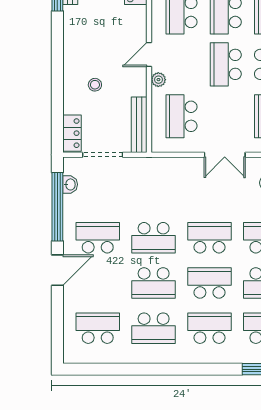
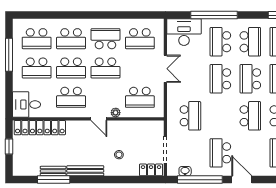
bench: (139, 125) -> (85, 171), moved
school desk: (154, 238) -> (190, 116), moved

